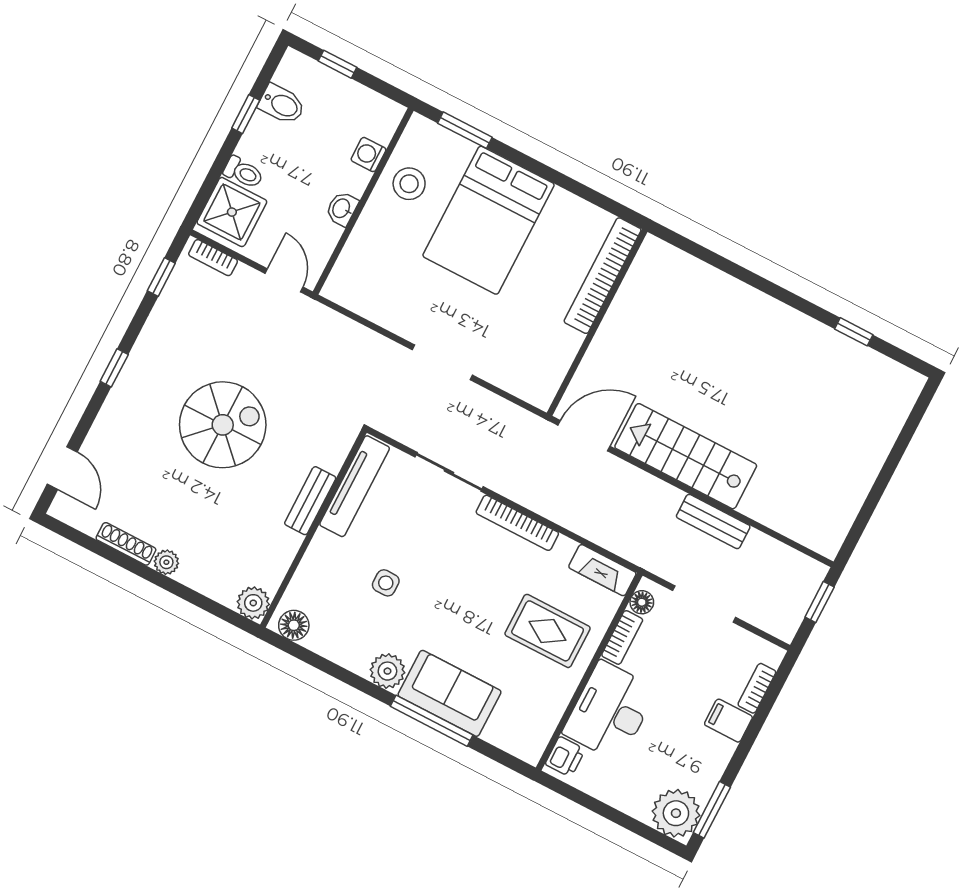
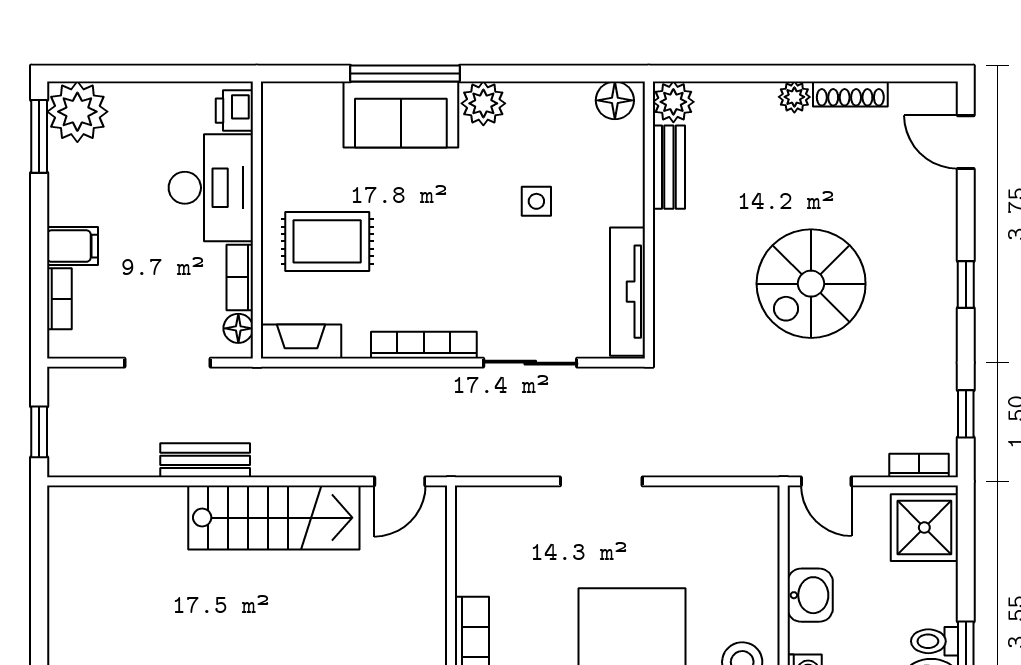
toilet: (243, 172) -> (934, 641), moved
washbasin: (342, 209) -> (810, 595), width x1.38, depth x1.45
door: (584, 436) -> (400, 481), width x0.73
bench: (310, 501) -> (669, 167), moved

